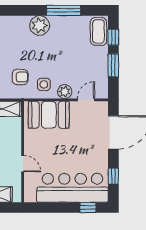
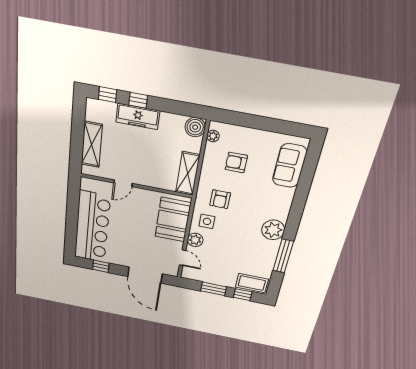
window: (88, 207) -> (71, 237), removed

